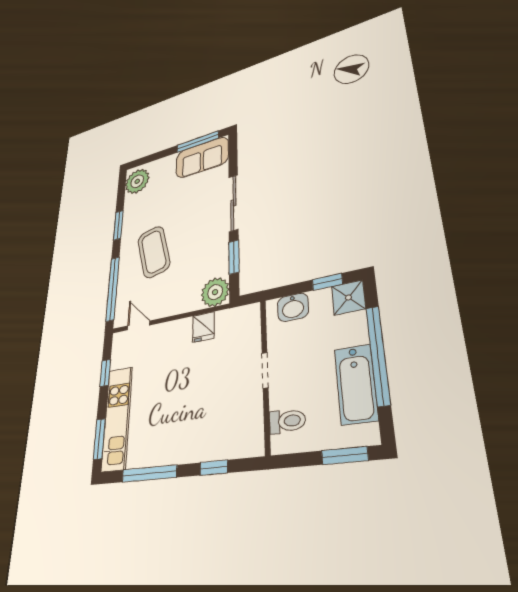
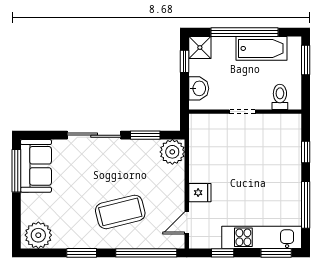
fridge: (203, 327) -> (200, 193), moved

